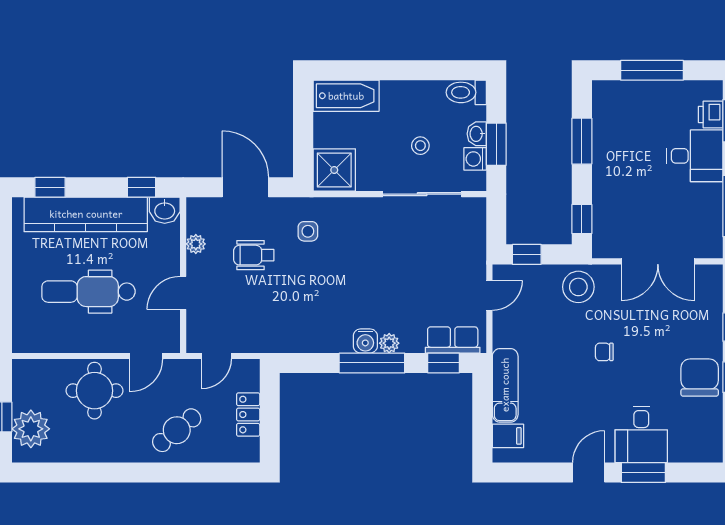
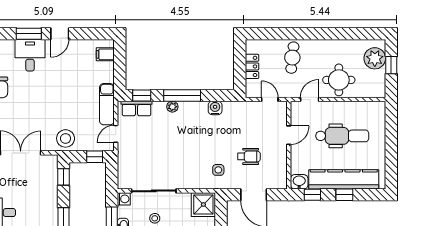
washing machine: (475, 159) -> (124, 199), moved
window: (50, 187) -> (344, 195), moved
plant: (196, 244) -> (282, 163), removed
water cooler: (365, 341) -> (215, 108), moved
chair: (604, 352) -> (51, 102), removed
door: (217, 356) -> (270, 99), hinge flipped
exam couch: (505, 385) -> (107, 104), moved
cafe table: (177, 430) -> (292, 58), turned -45

